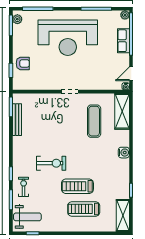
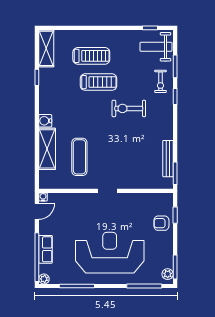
shelving: (122, 111) -> (47, 149), moved

